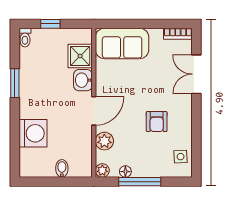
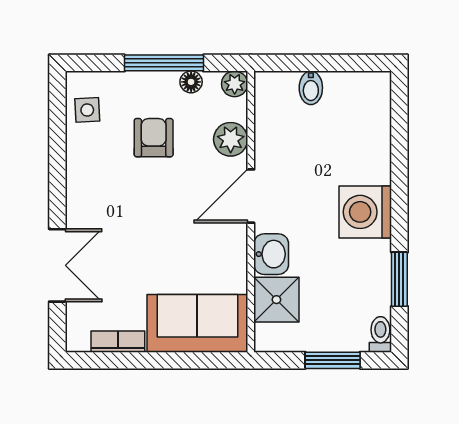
window: (50, 24) -> (333, 360), width x1.50
bookcase: (178, 34) -> (118, 342), moved
window: (15, 83) -> (399, 279), moved
armchair: (157, 122) -> (154, 138), moved
washing machine: (33, 133) -> (365, 212), moved

